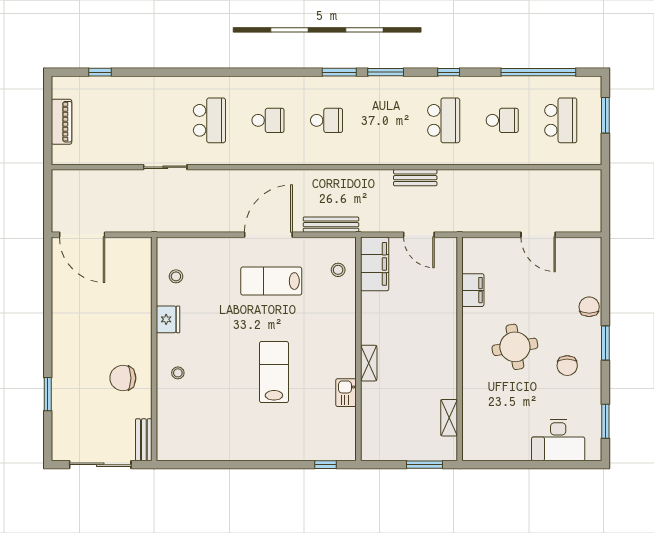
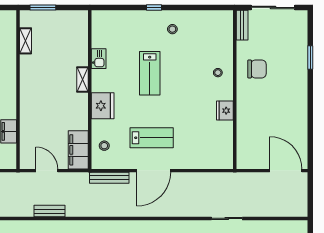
stool: (176, 276) -> (172, 29), moved
fridge: (340, 326) -> (103, 106), added
window: (326, 465) -> (154, 7), moved

